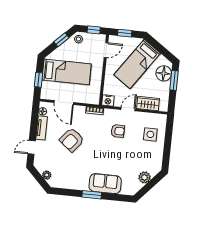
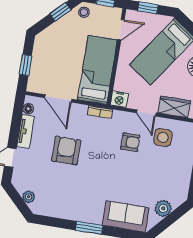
bed: (67, 72) -> (98, 70), moved, turned -90
door: (128, 109) -> (146, 113), swing flipped
side table: (150, 134) -> (163, 137), moved
armchair: (72, 140) -> (66, 151), turned 141
sofa: (105, 184) -> (126, 216), moved

